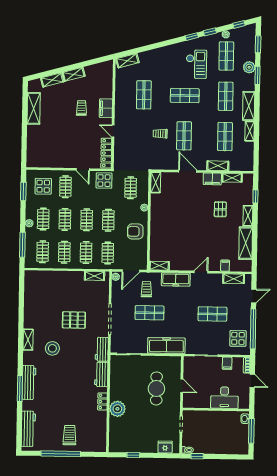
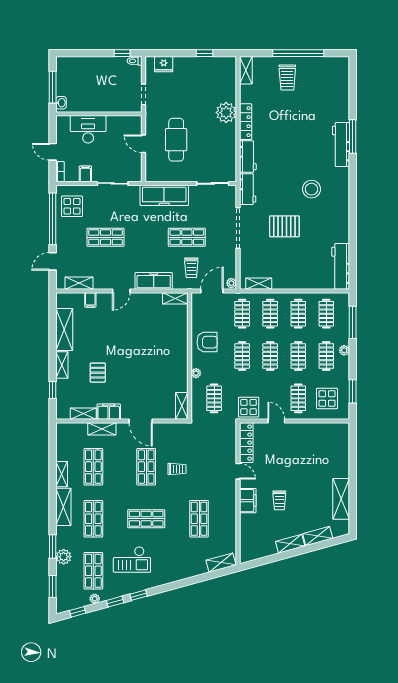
checkout: (196, 64) -> (132, 560), turned -90
shelving: (28, 340) -> (246, 70), moved
locker: (102, 401) -> (246, 122), width x1.53
workbench: (28, 429) -> (341, 266), moved

